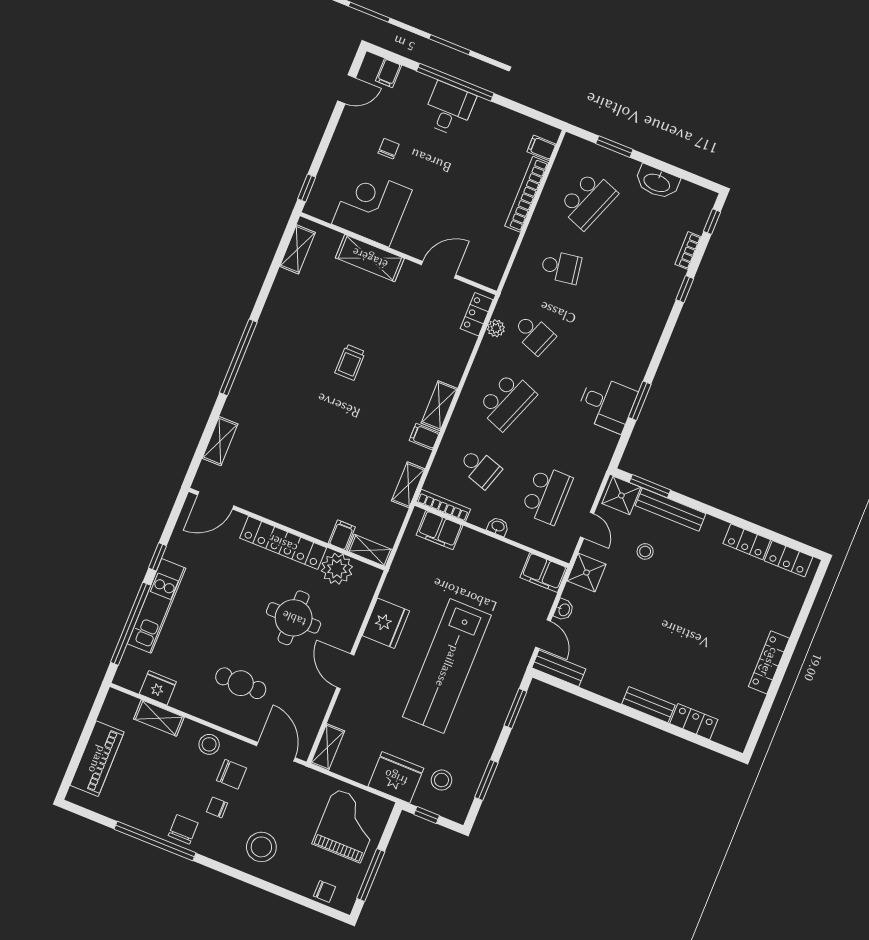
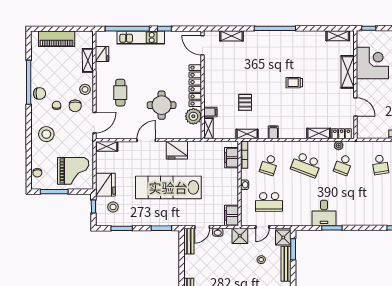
shelving: (439, 406) -> (319, 133), moved
pallet: (350, 465) -> (245, 102), added

